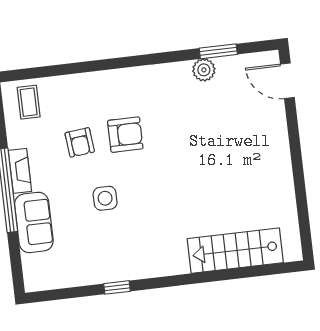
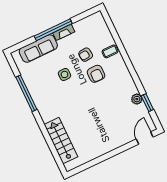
coffee table: (29, 102) -> (110, 51), moved
sofa: (34, 222) -> (38, 49), width x1.36
window: (117, 287) -> (26, 93), width x3.17

